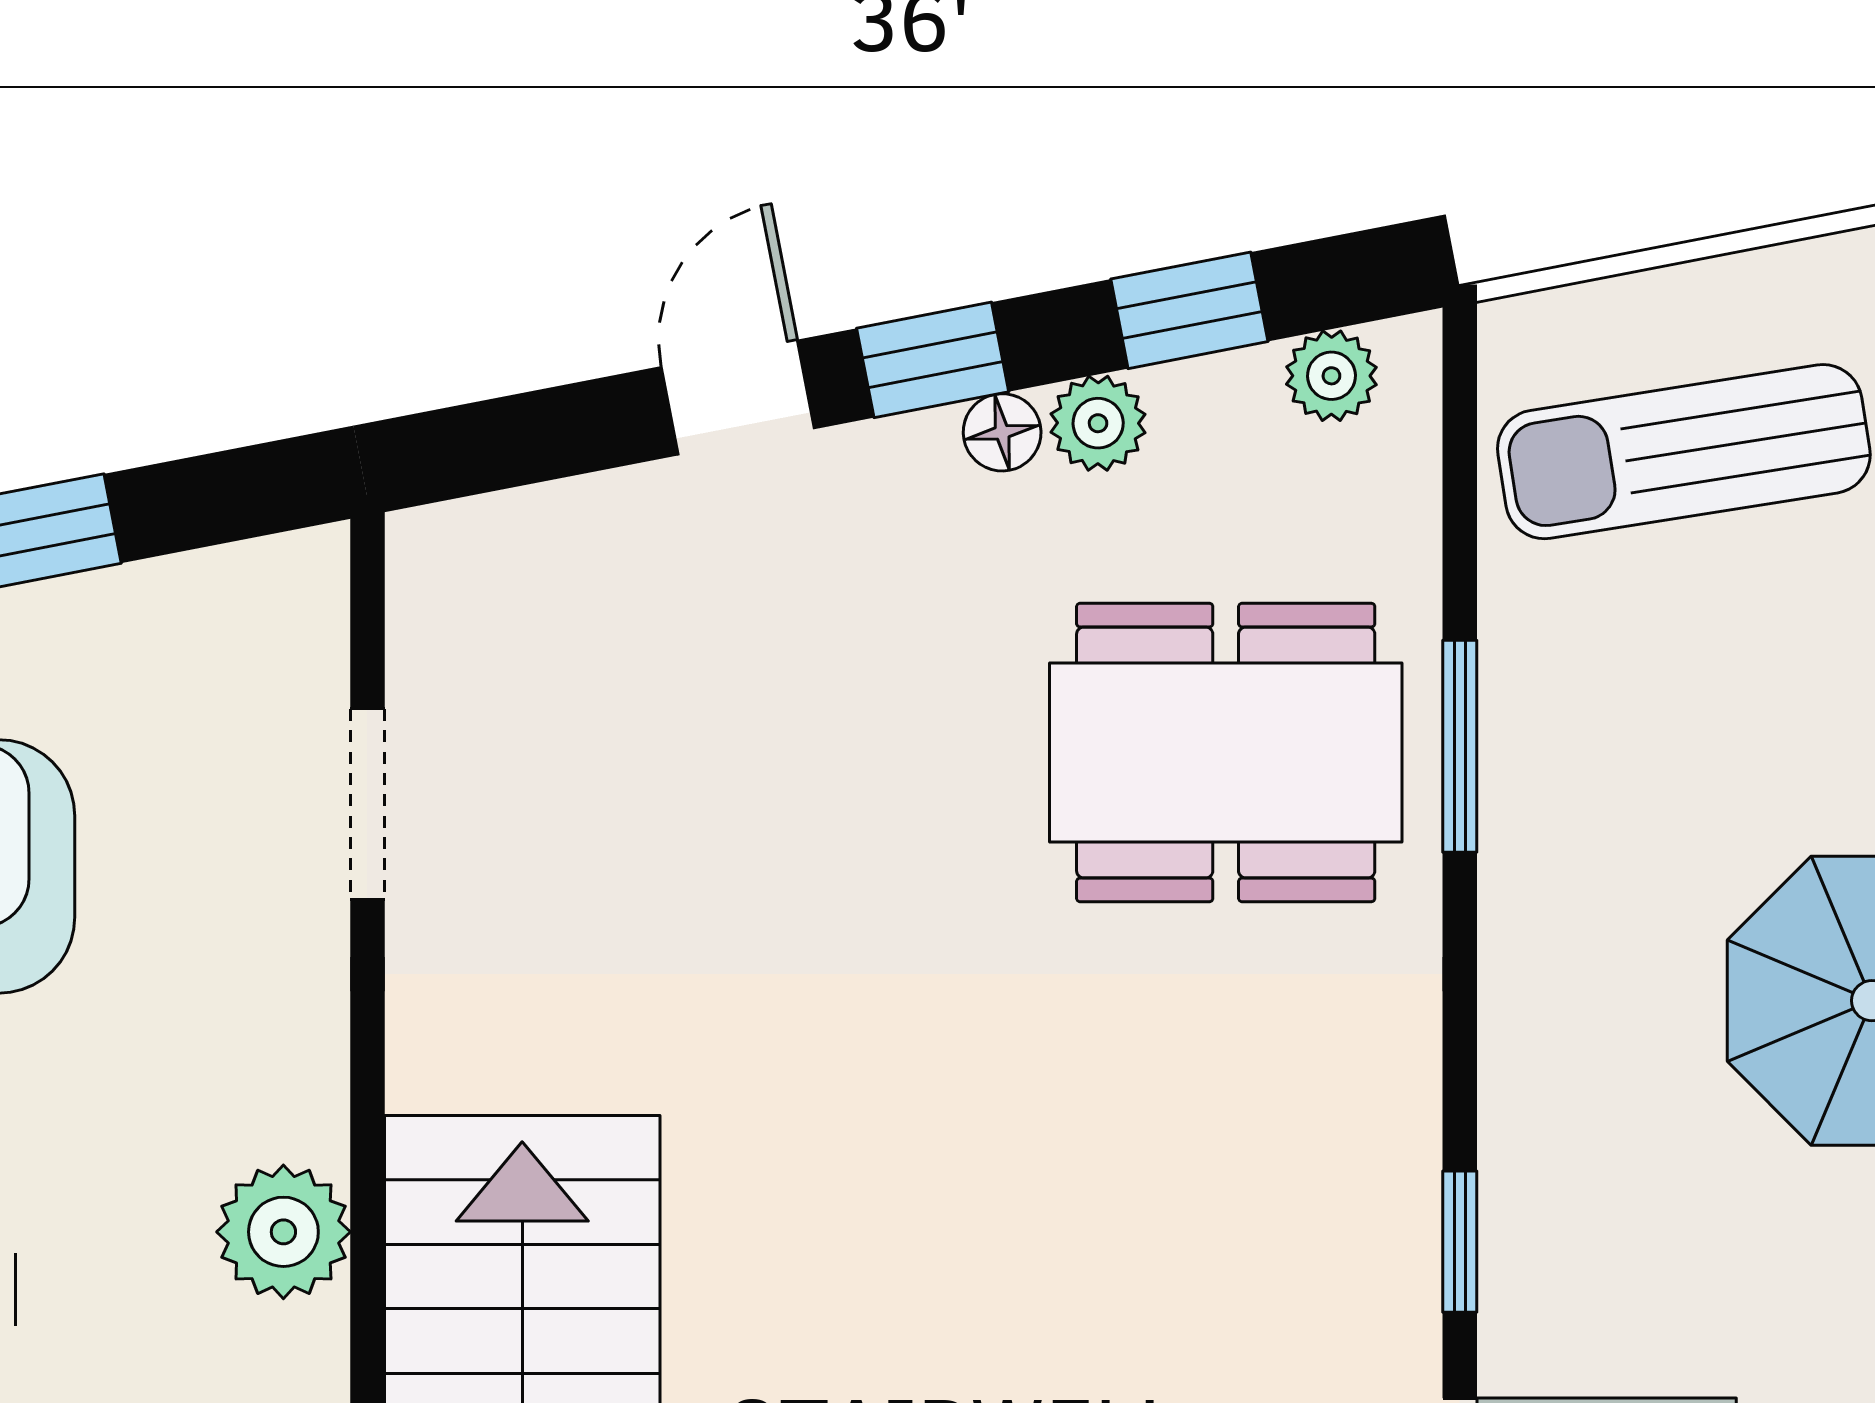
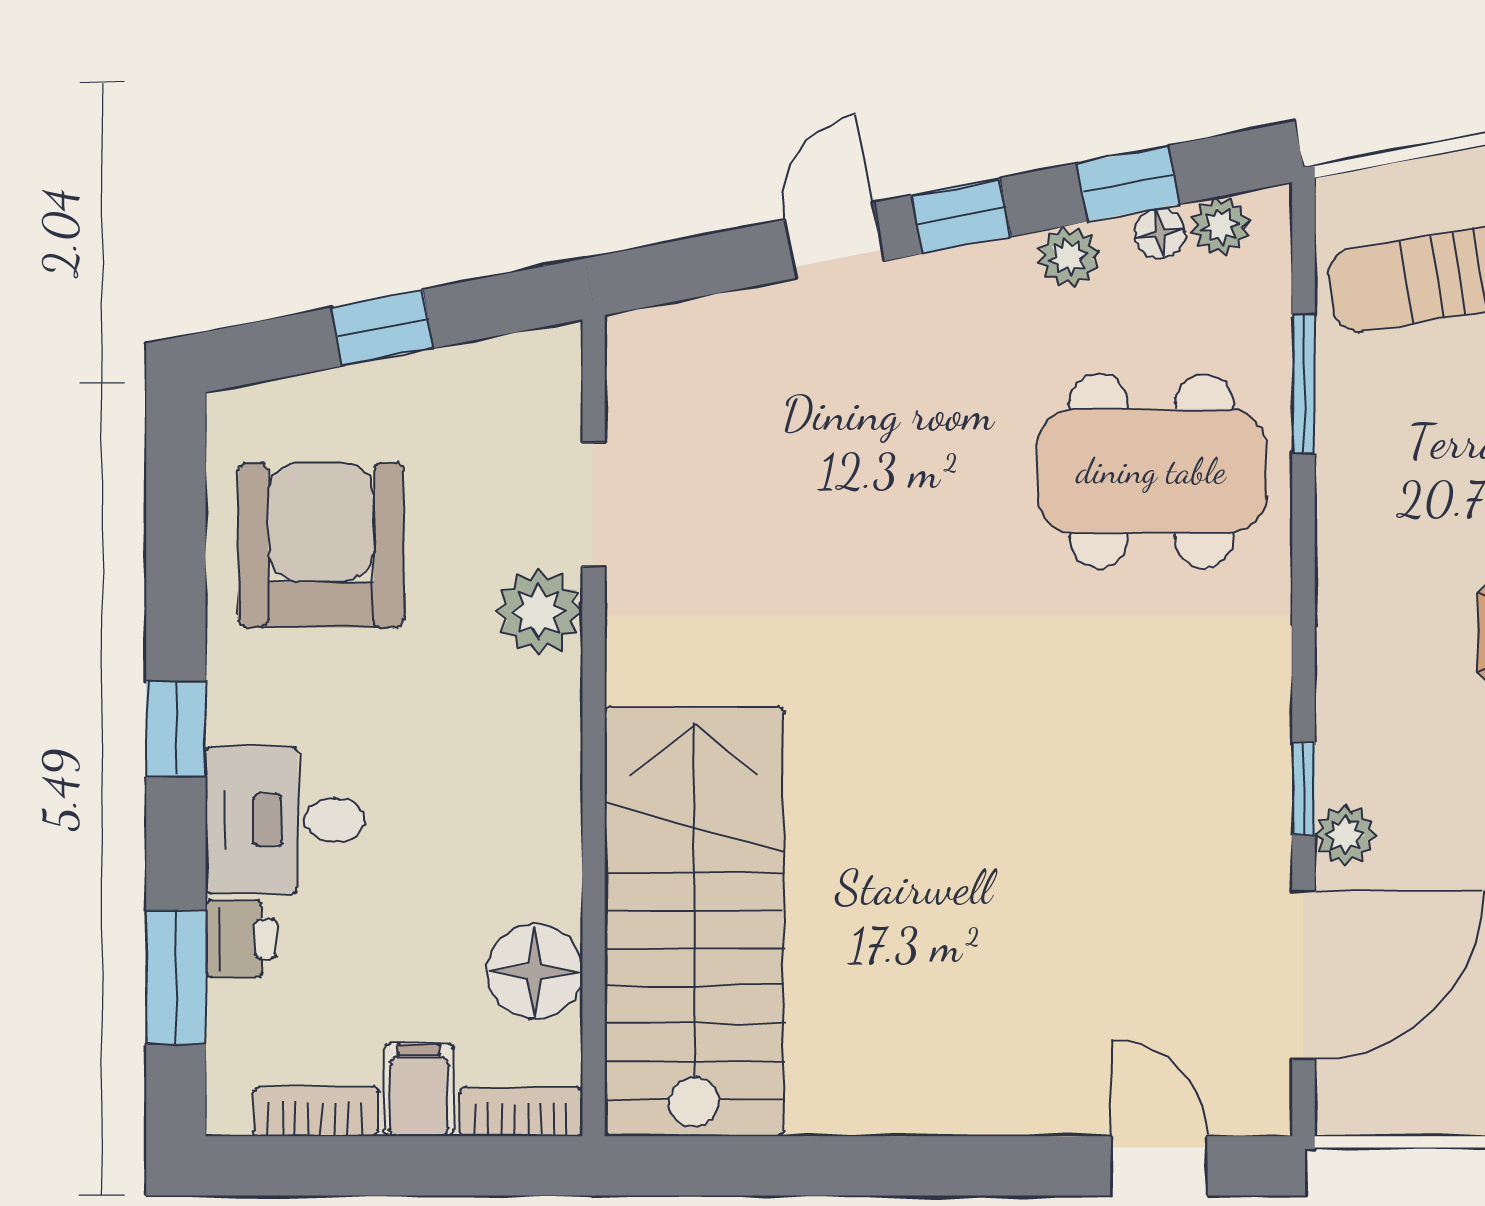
floor lamp: (1002, 432) -> (1159, 233), moved
window: (1460, 746) -> (1303, 384), moved
plant: (283, 1232) -> (539, 612), moved
plant: (1524, 1313) -> (1345, 835), added

